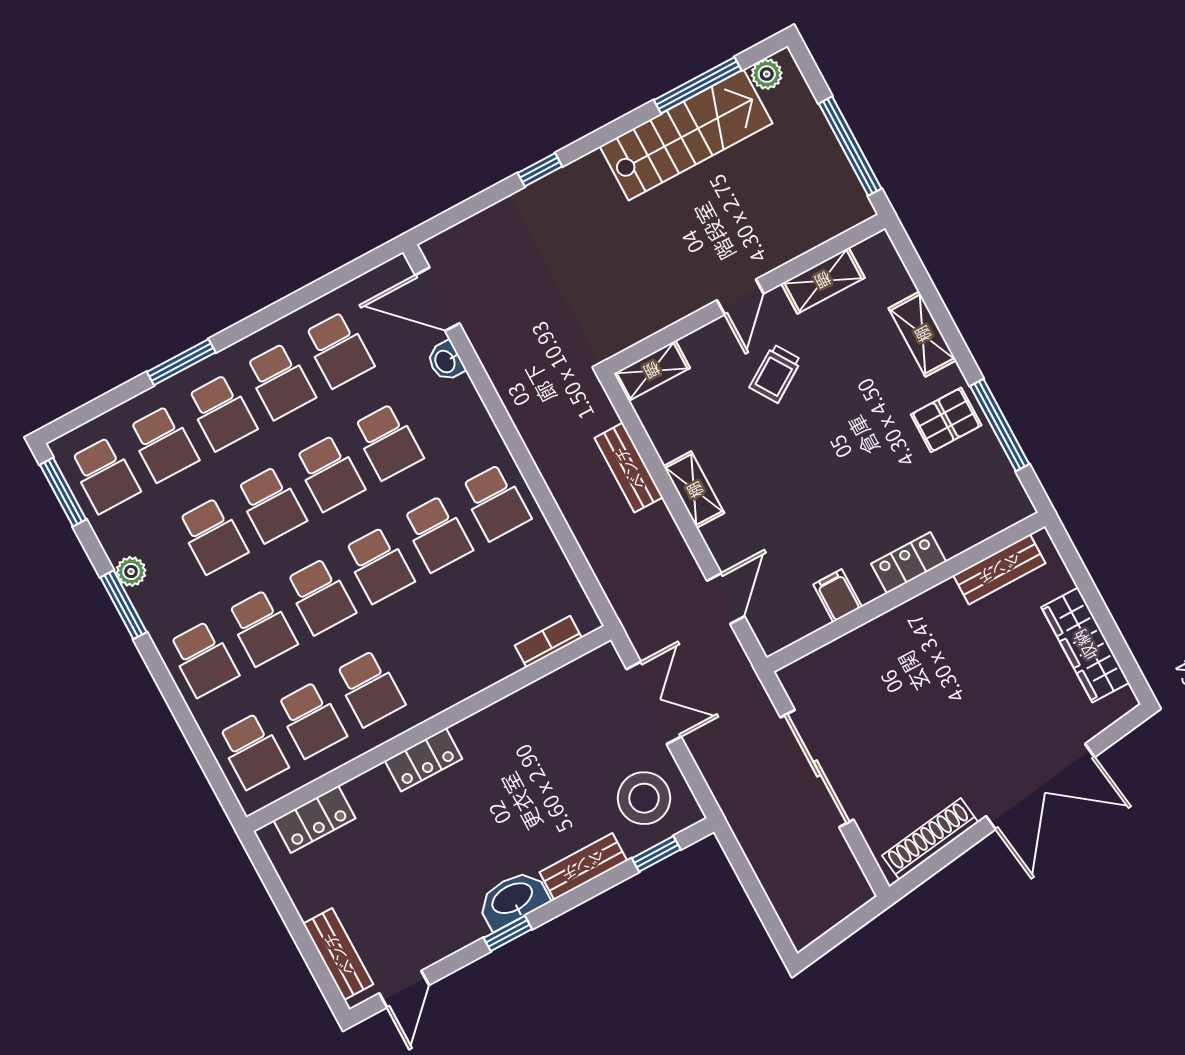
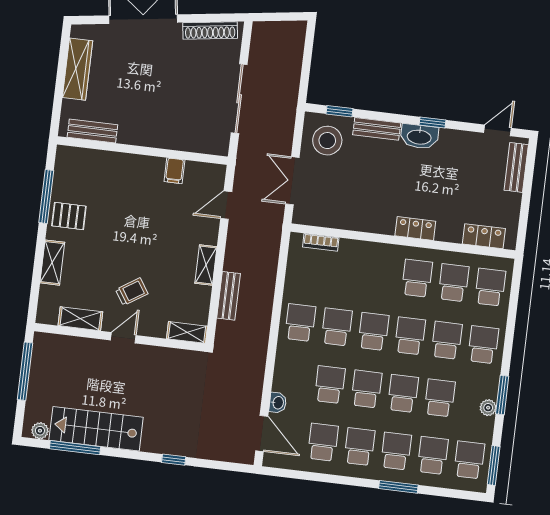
locker: (909, 563) -> (132, 163), removed

